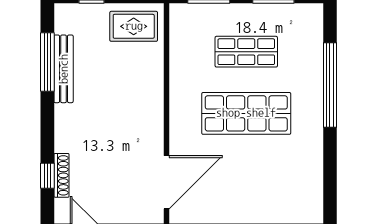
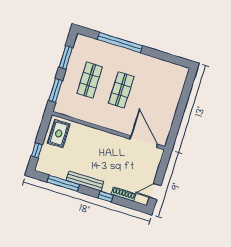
bench: (64, 69) -> (85, 181), moved
shop shelf: (246, 113) -> (121, 90), width x0.70, depth x0.74
window: (47, 176) -> (106, 197), moved

